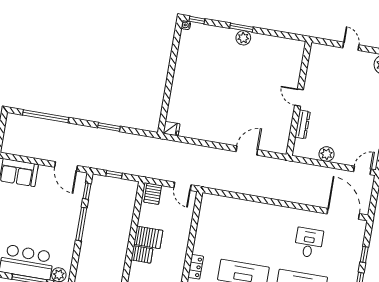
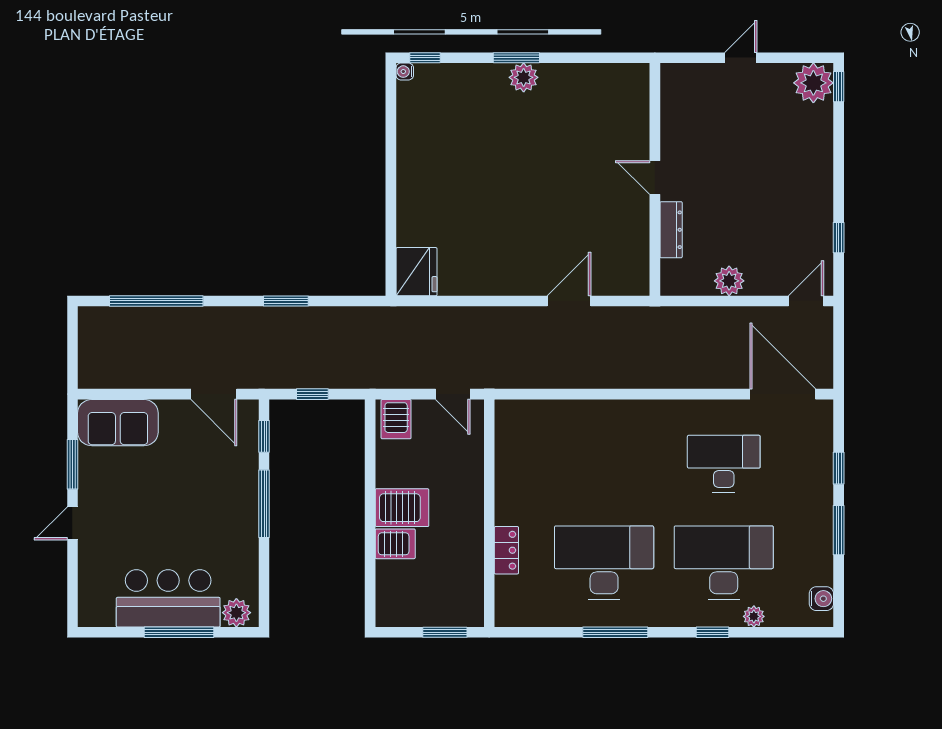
door: (351, 46) -> (741, 58), hinge flipped
fridge: (172, 129) -> (416, 272), width x1.88, depth x1.34
desk: (309, 243) -> (724, 464), width x1.37

